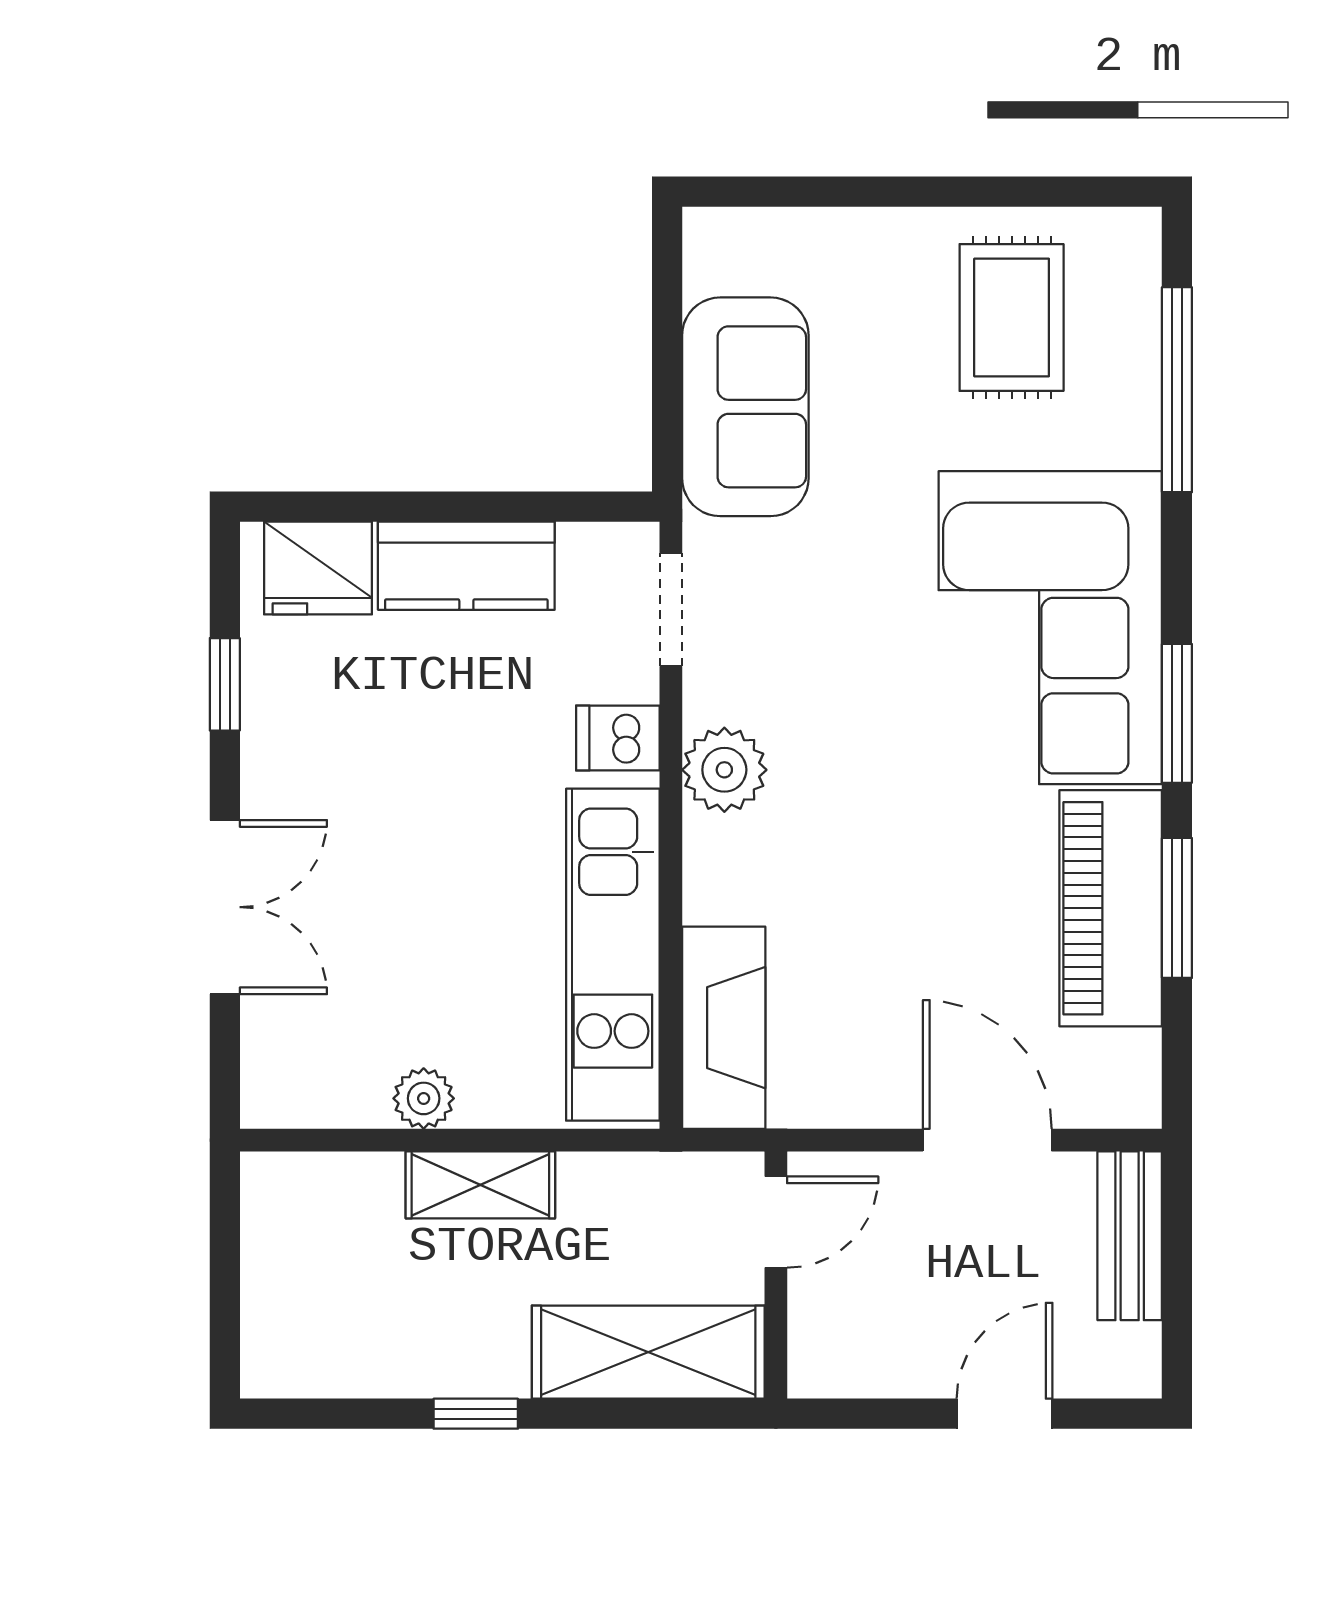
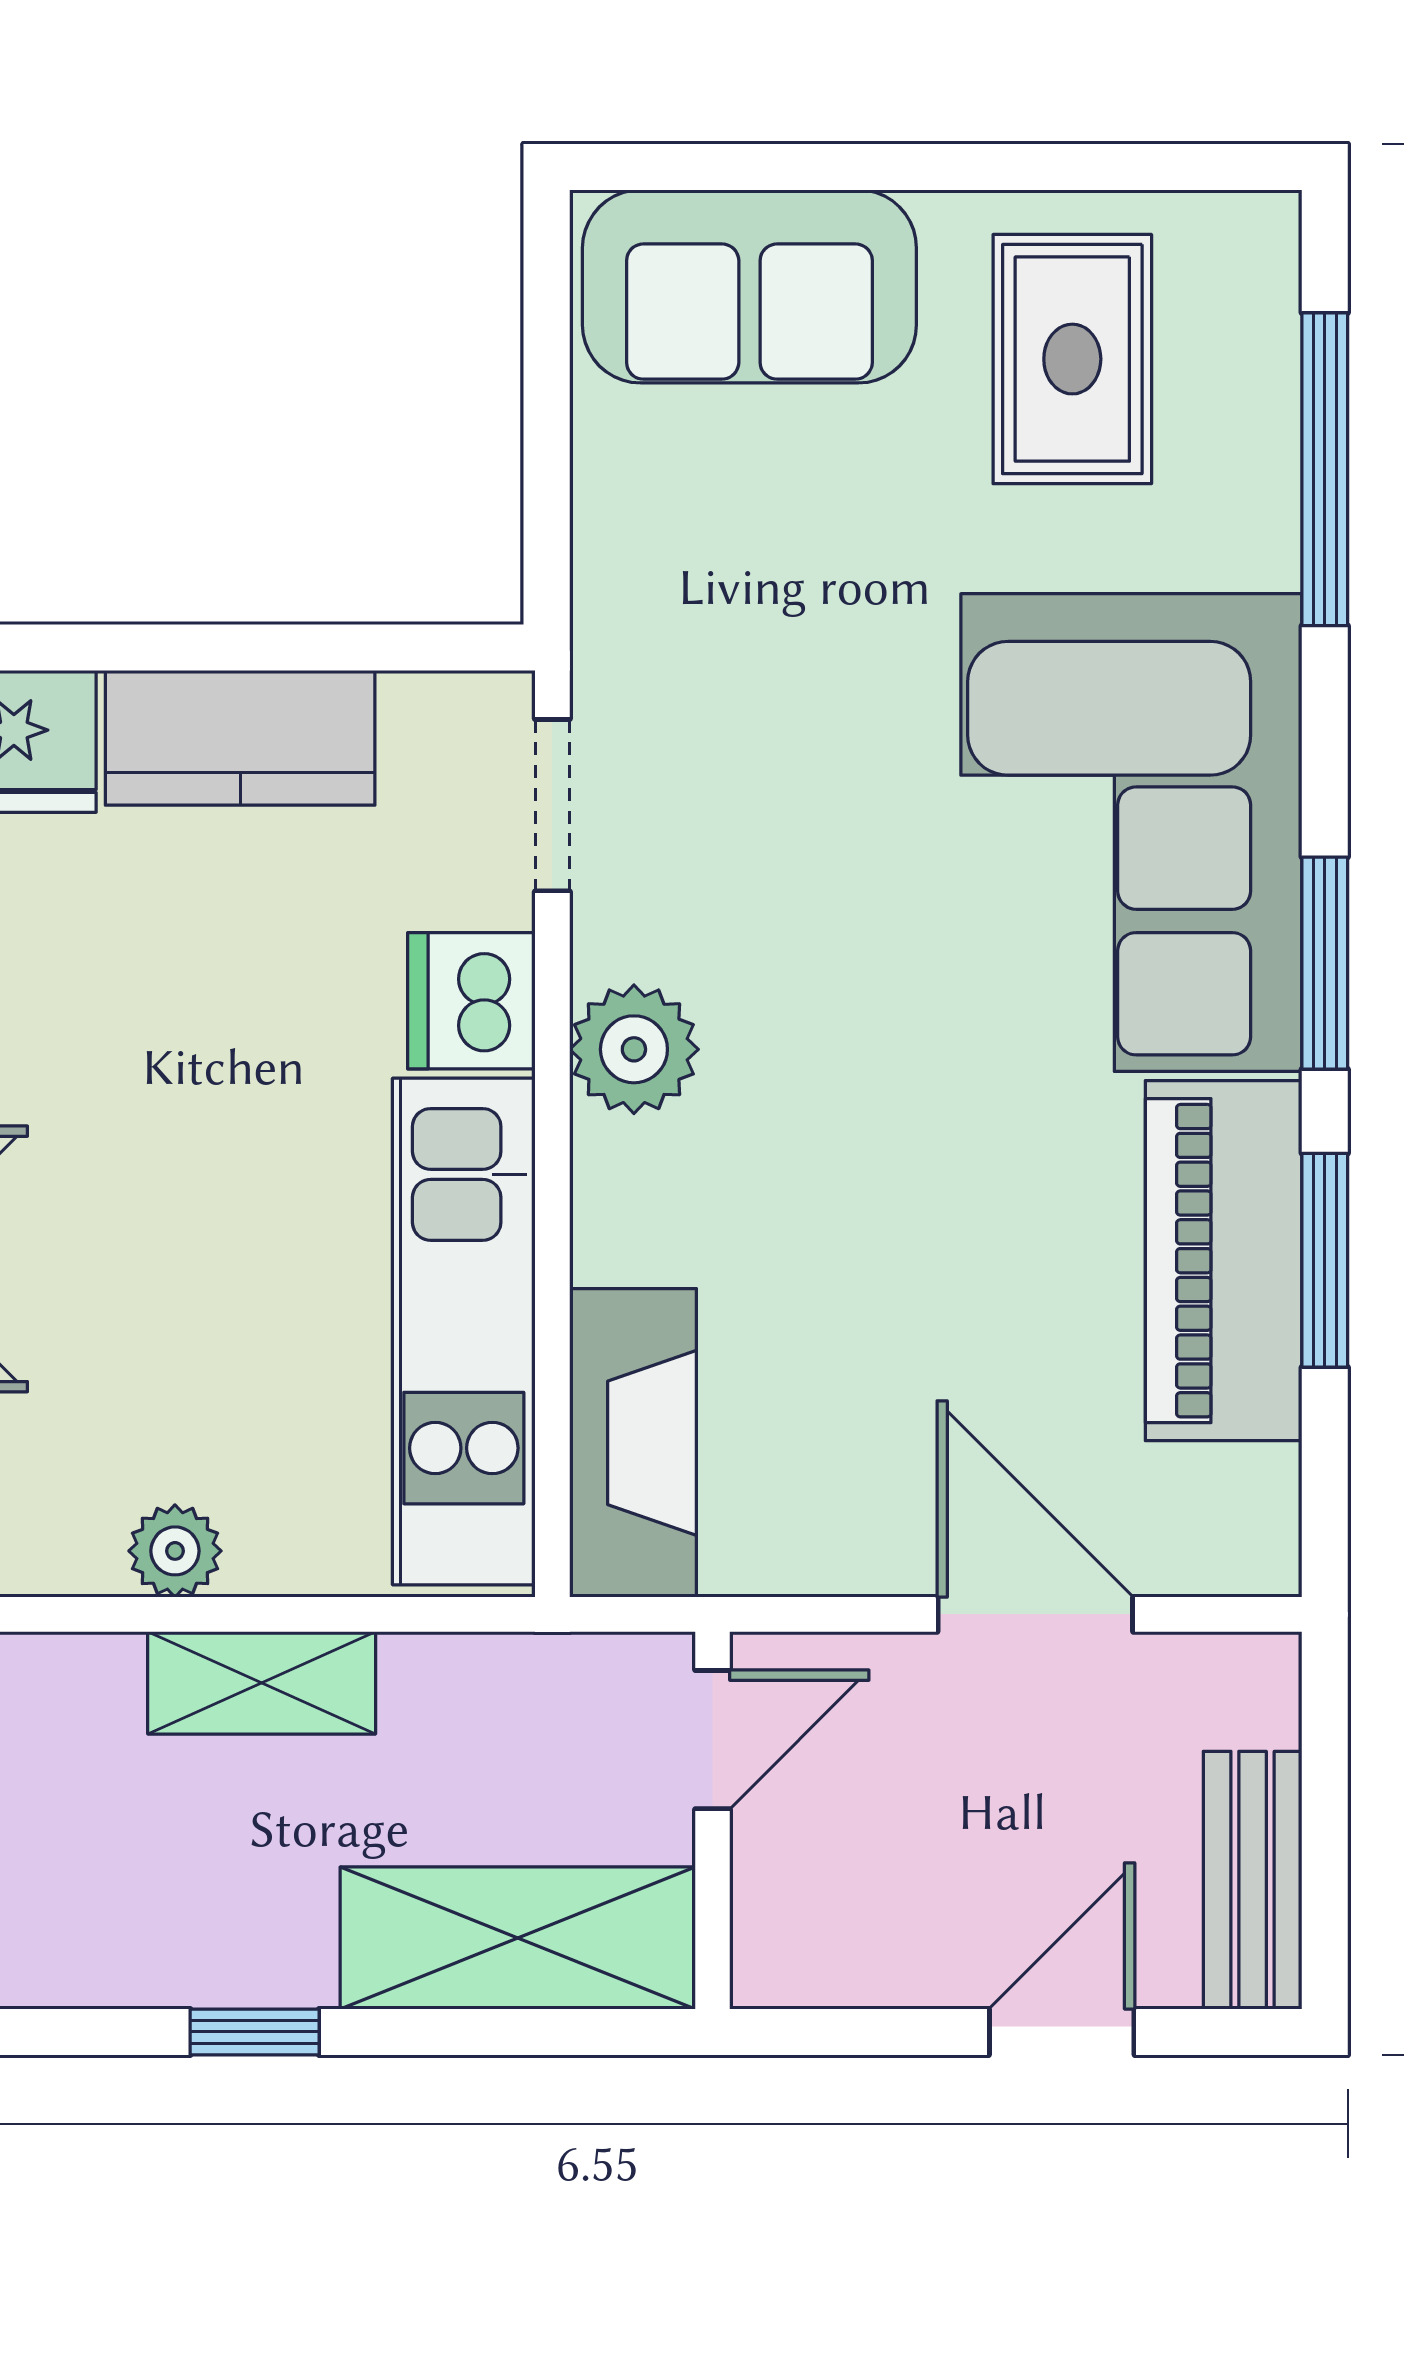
sofa: (745, 407) -> (749, 286), moved, turned 90
dishwasher: (618, 738) -> (471, 1001), width x1.38
bench: (1130, 1236) -> (1253, 1880), moved

